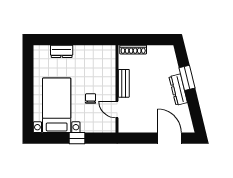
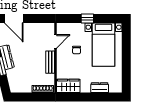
wardrobe: (101, 54) -> (68, 86), added
door: (117, 109) -> (55, 41), hinge flipped

